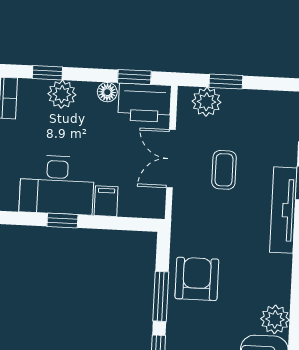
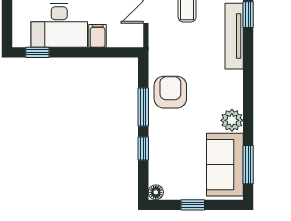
window: (62, 221) -> (37, 52), moved

